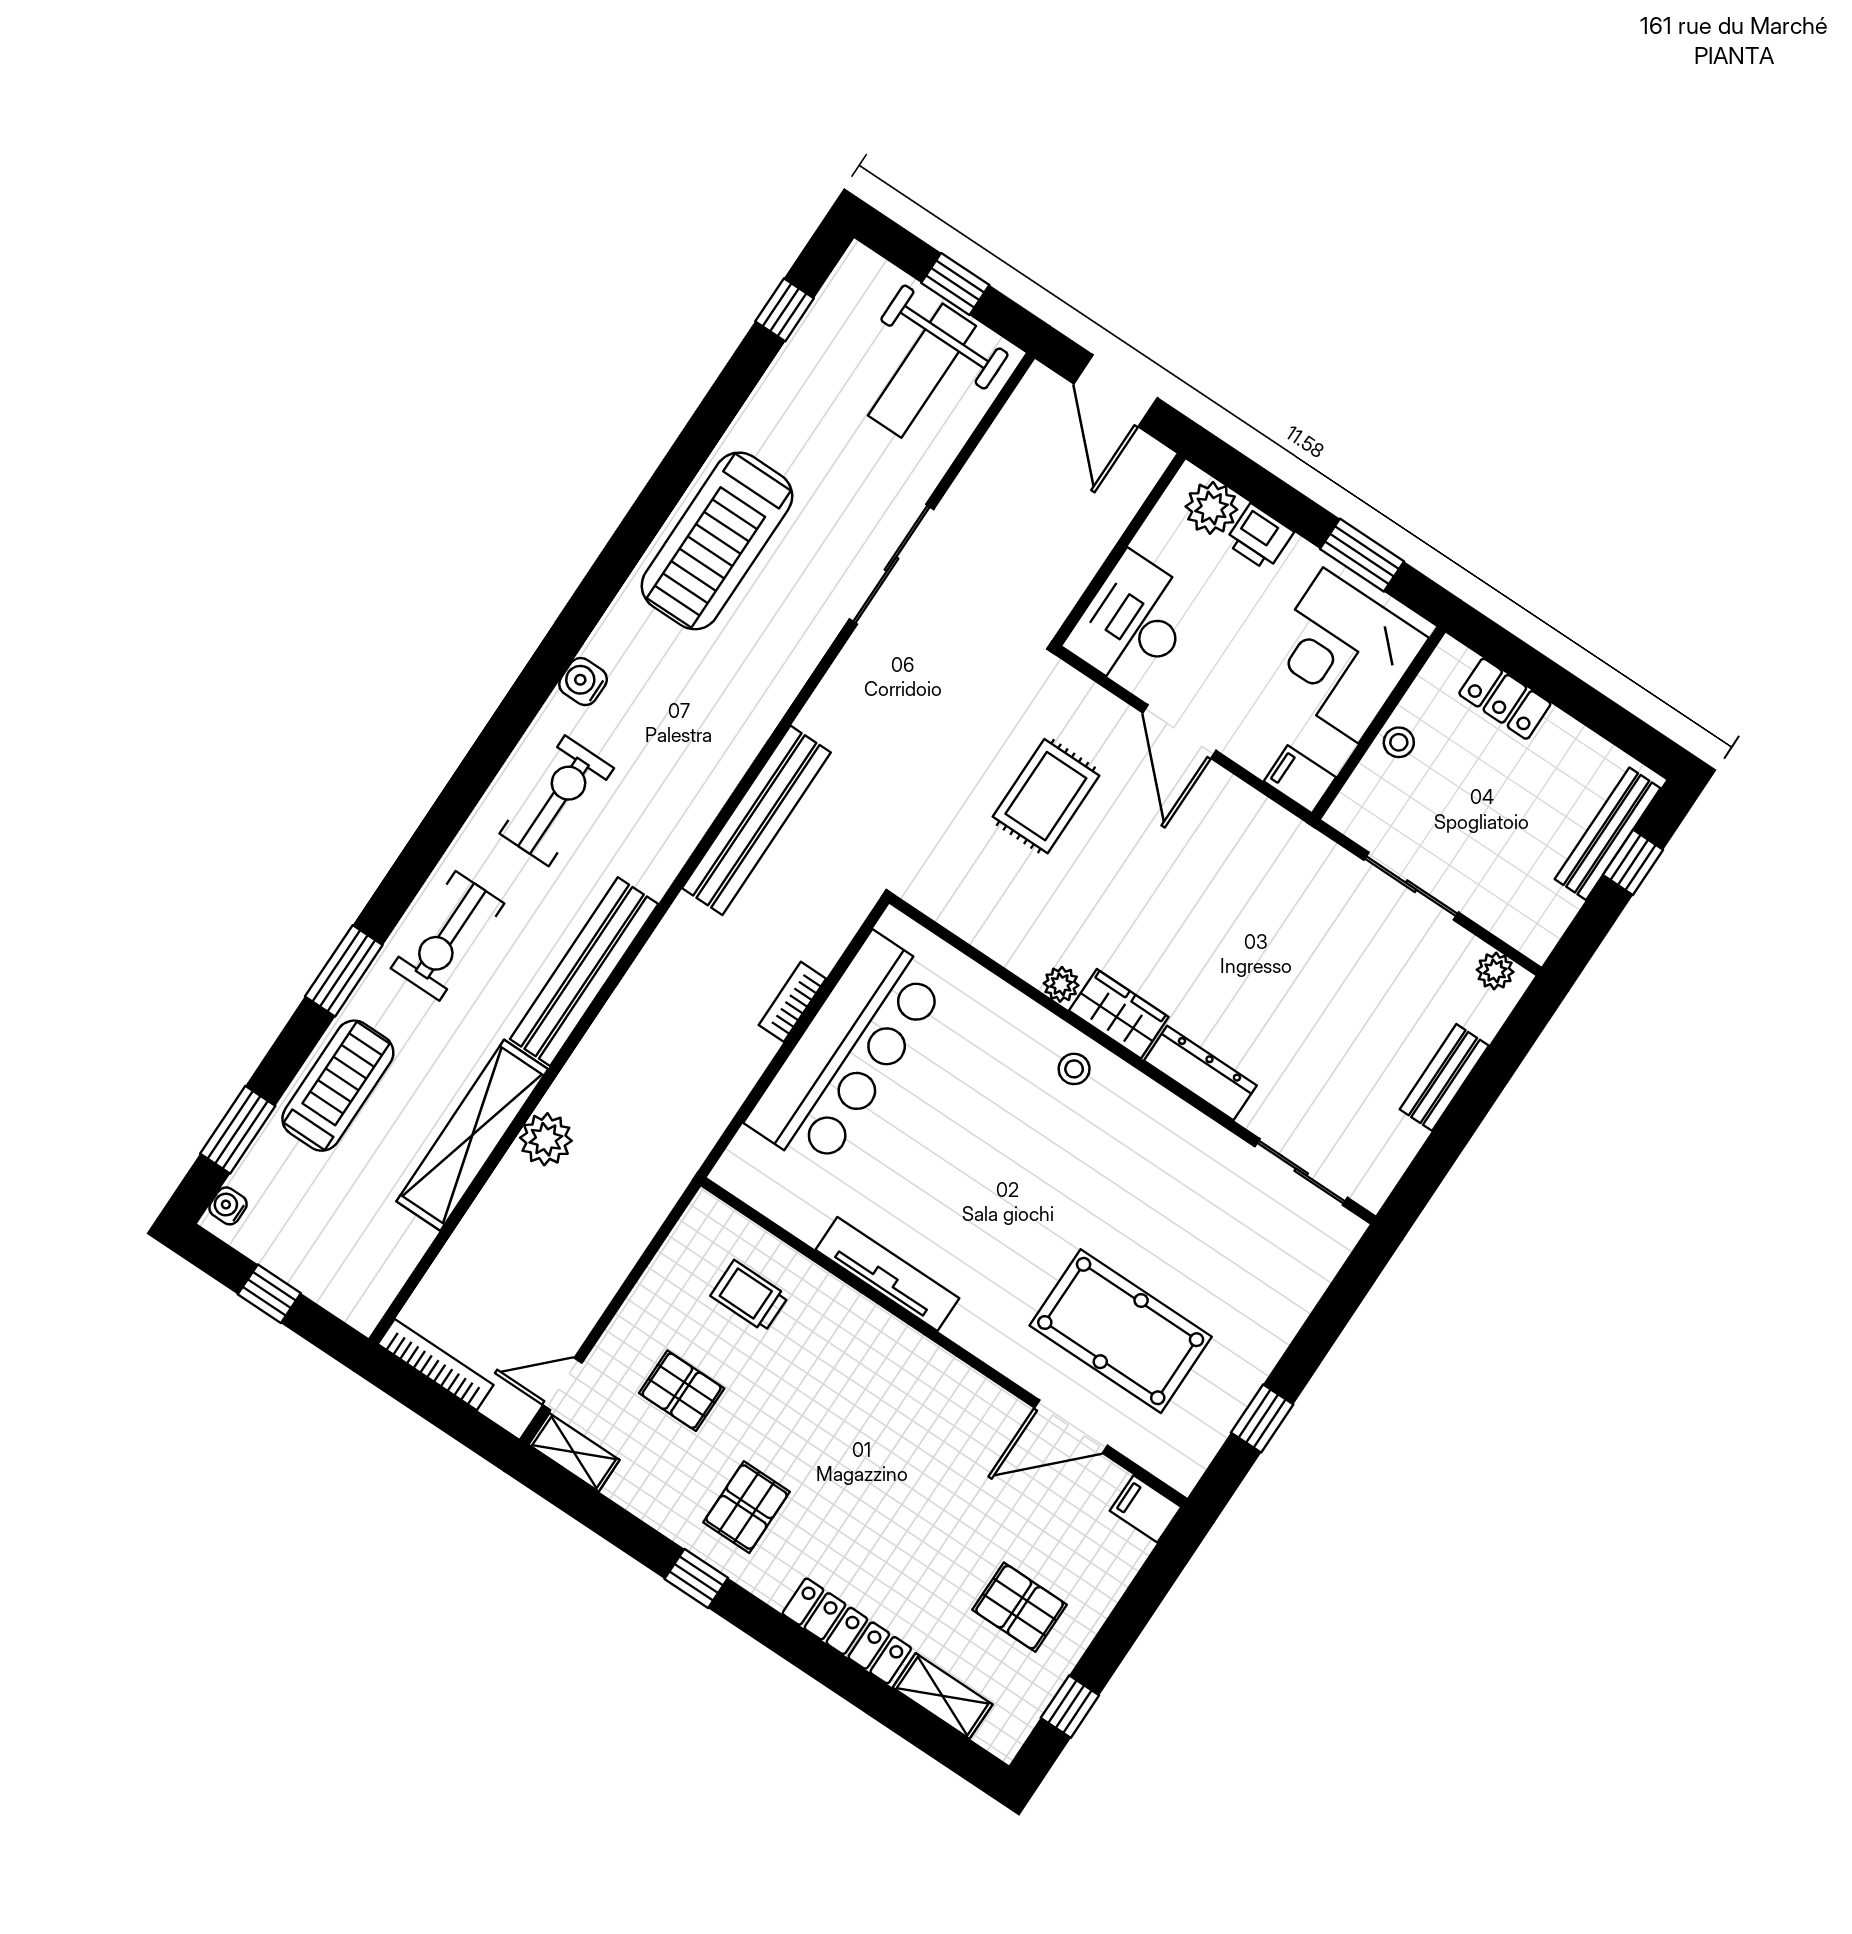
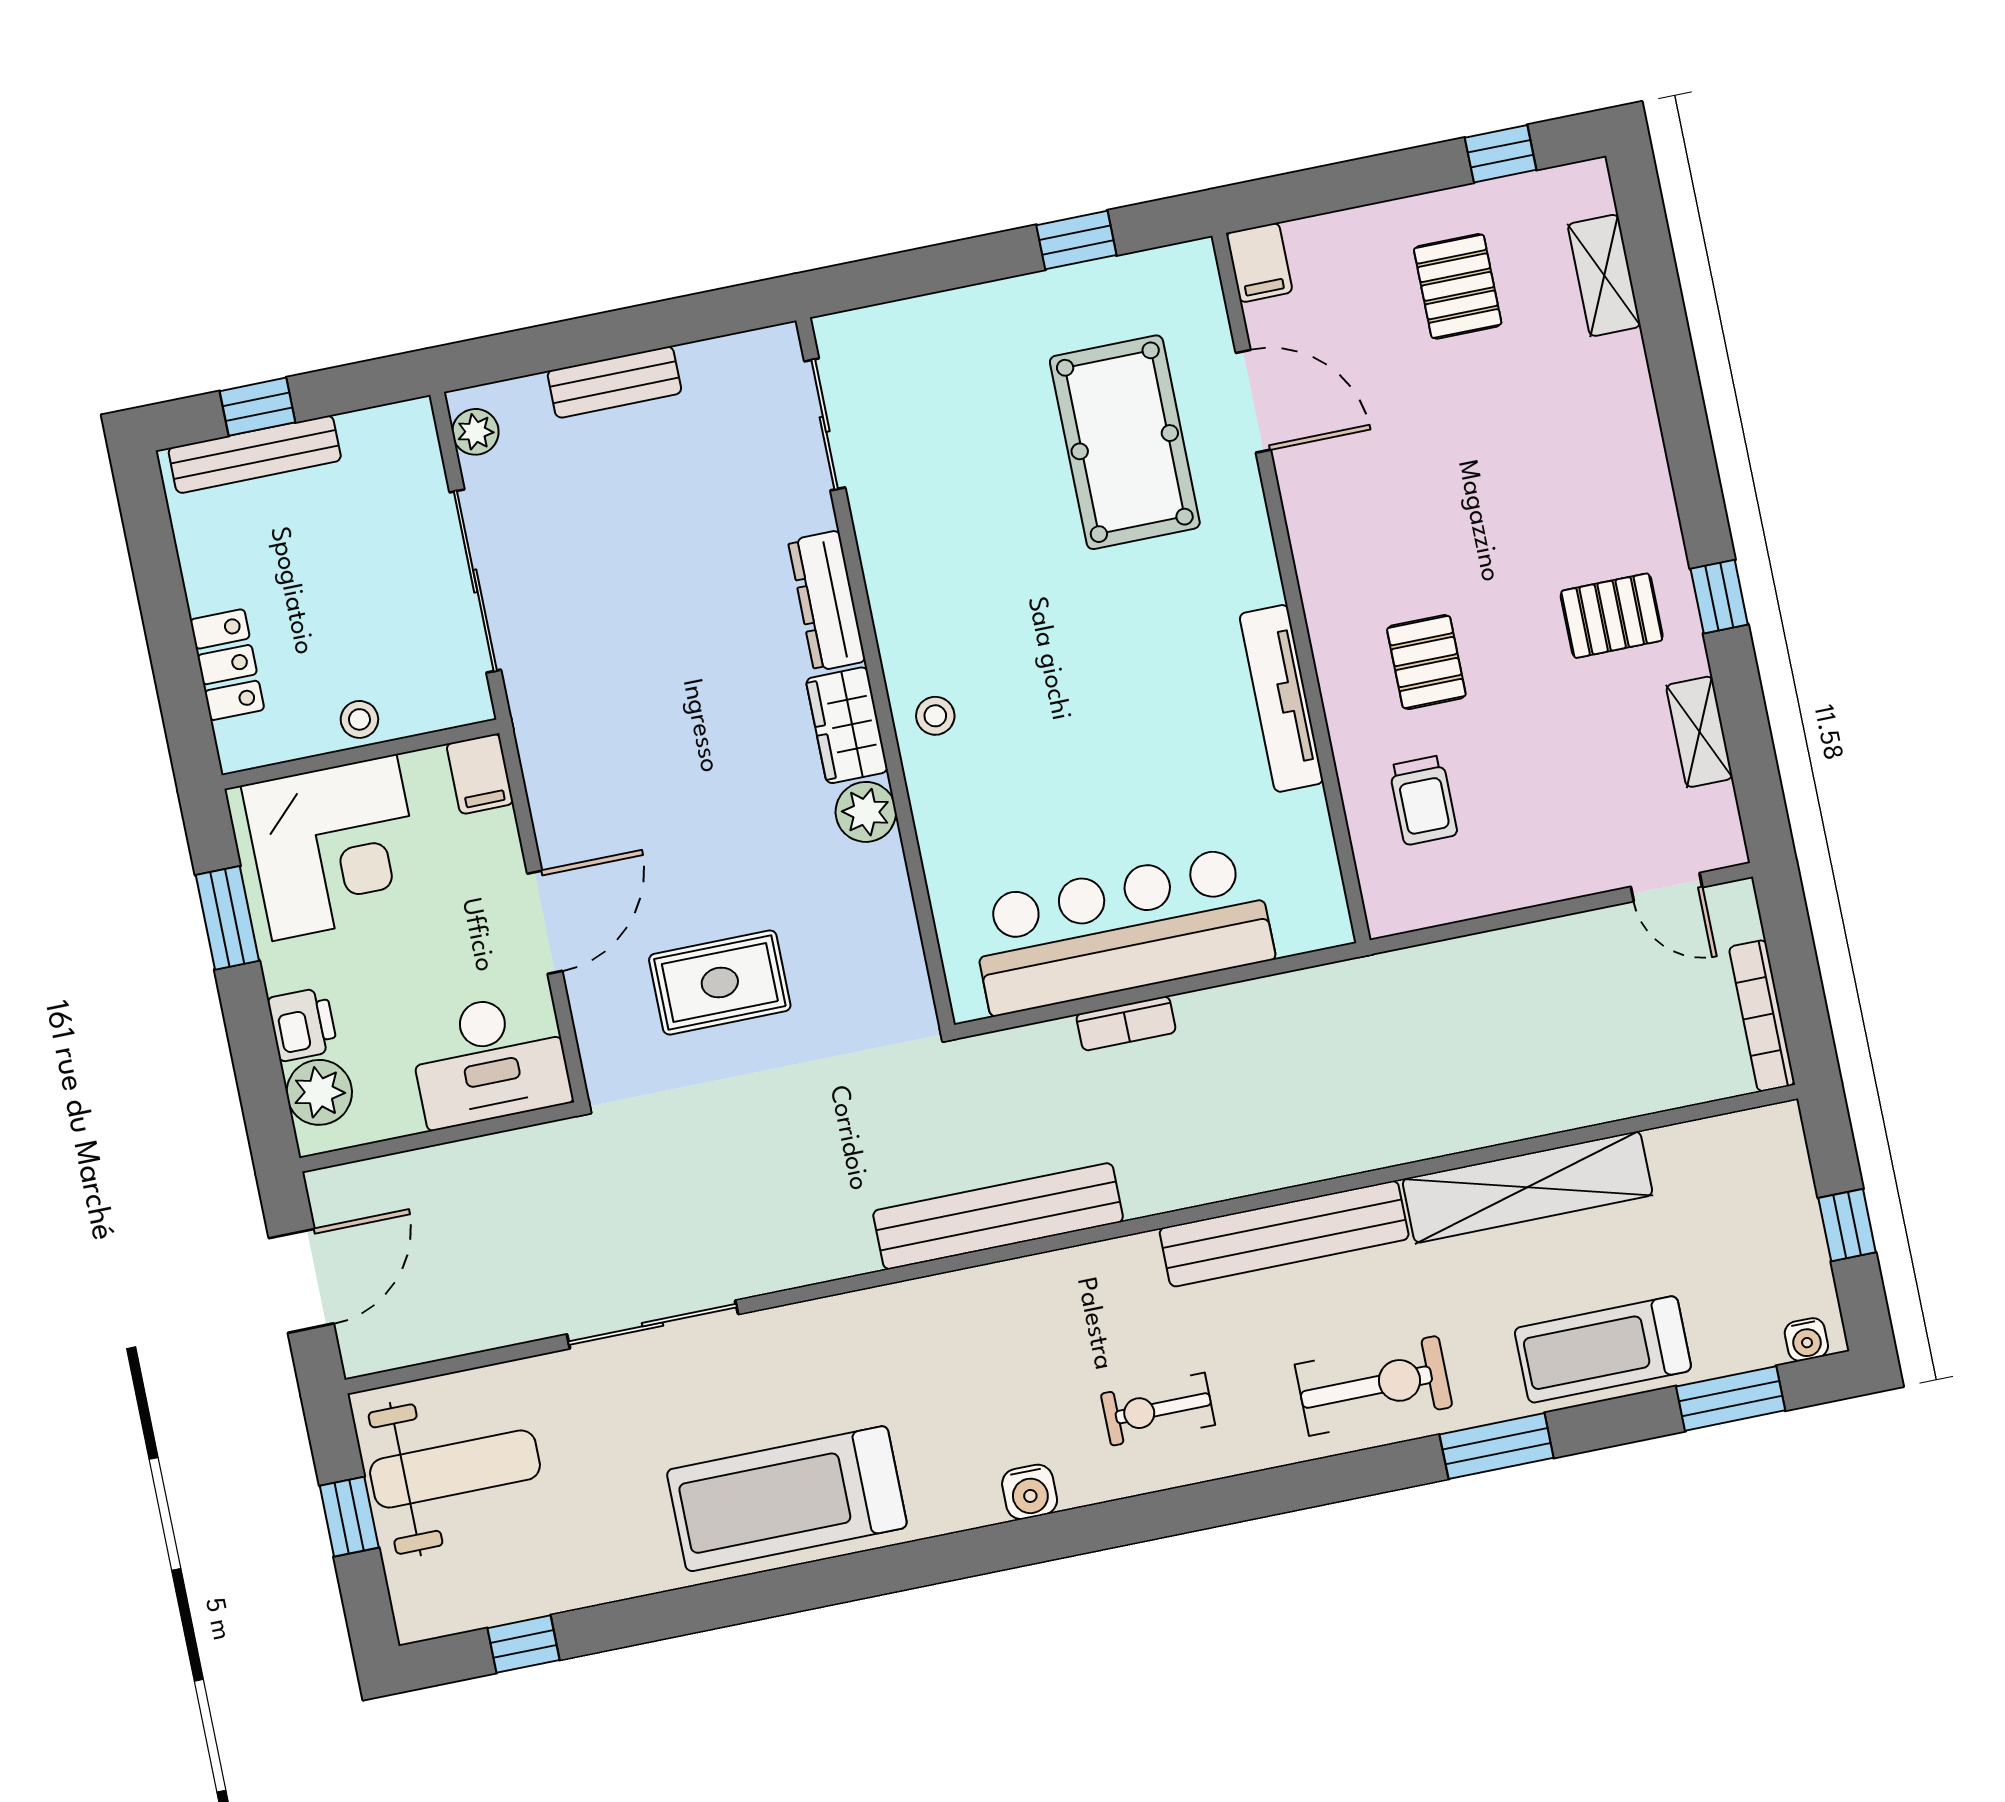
treadmill: (717, 541) -> (787, 1499), turned 180
exercise bike: (557, 801) -> (1158, 1409), width x0.73, depth x0.72
sliding door: (1411, 886) -> (475, 581), width x1.37
plant: (1061, 984) -> (866, 812), width x1.38, depth x1.38
plant: (546, 1139) -> (1466, 1119), removed
pallet: (682, 1391) -> (1426, 662), moved
shelving: (574, 1452) -> (1699, 732), moved
locker: (847, 1631) -> (1632, 417), removed

